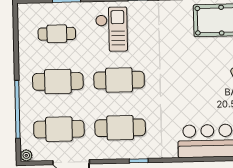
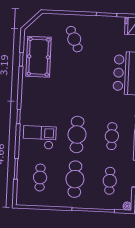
cafe table: (120, 128) -> (112, 136), width x0.73, depth x0.74
cafe table: (59, 129) -> (110, 181), width x0.73, depth x0.74

